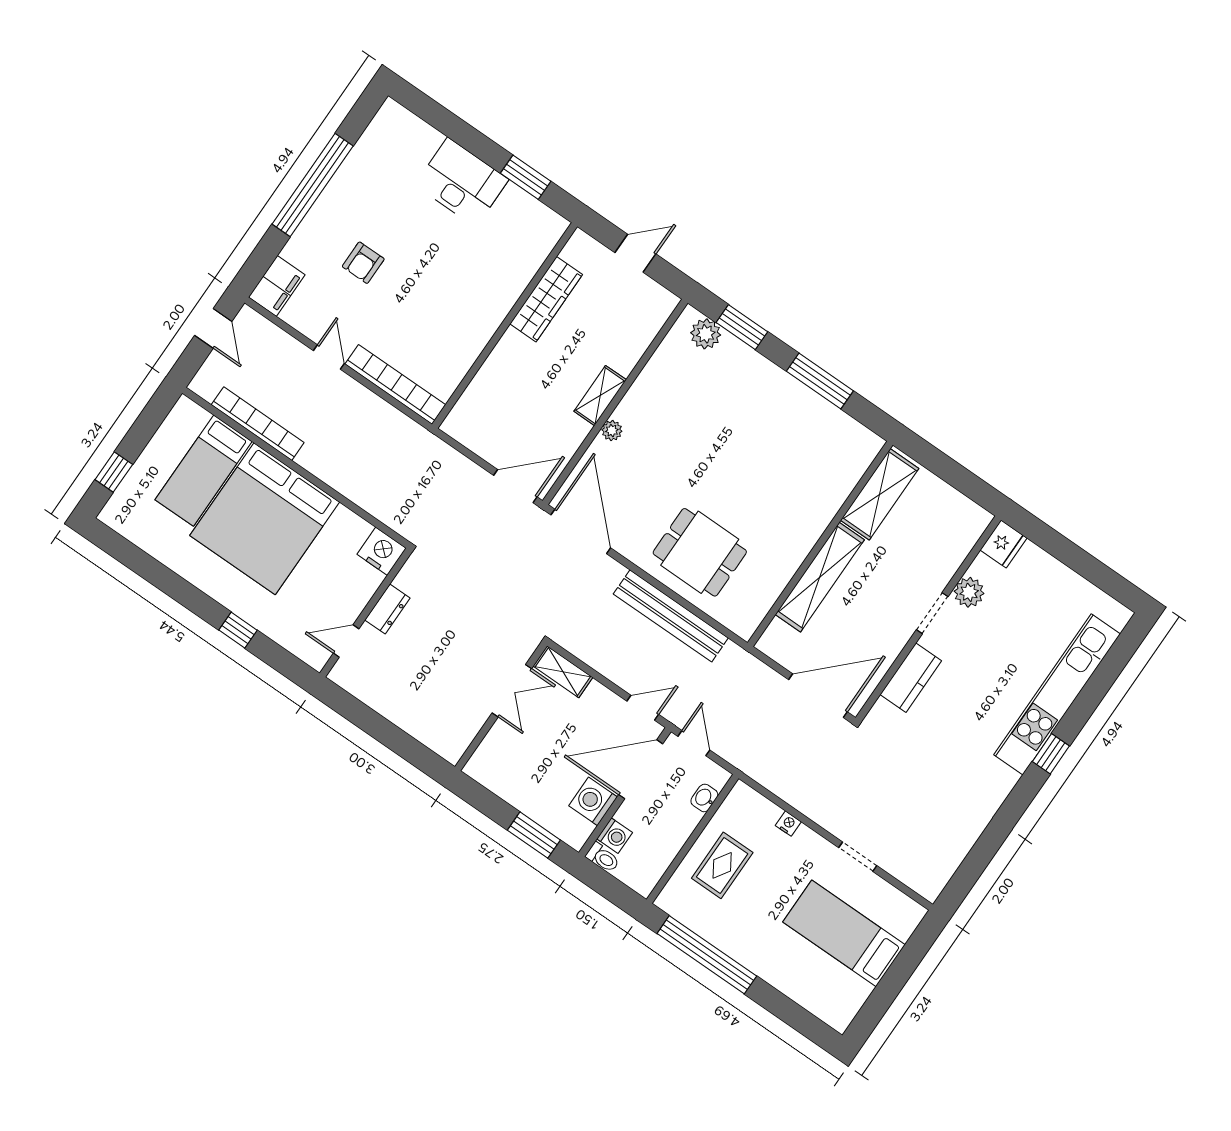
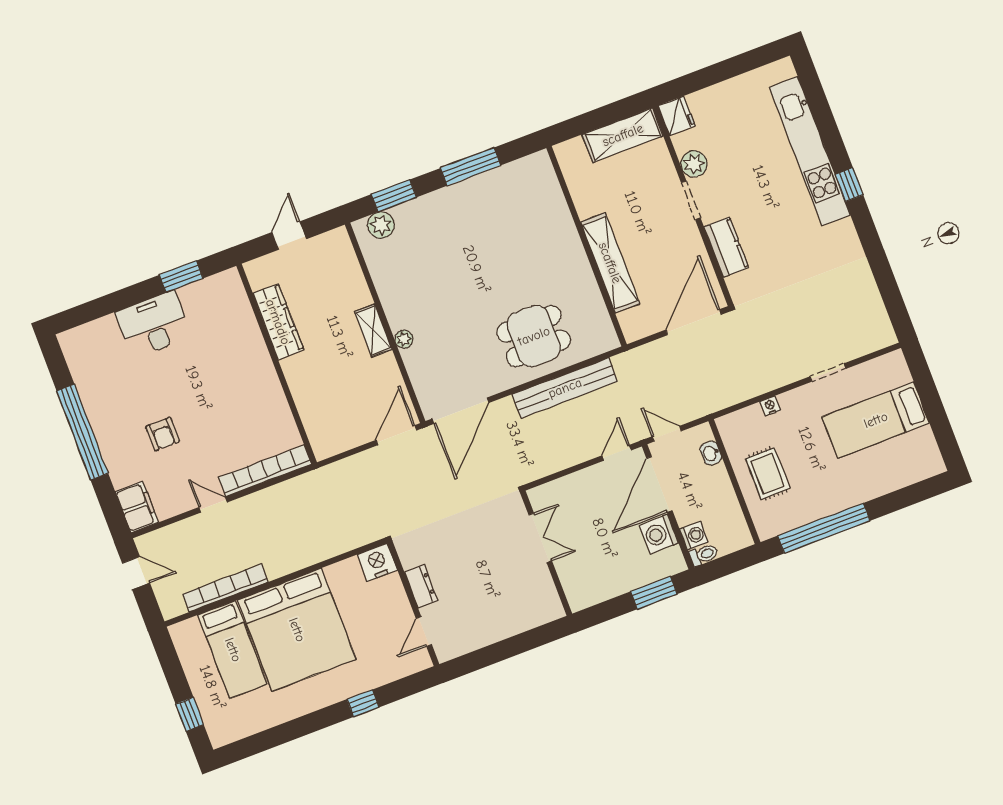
shelving: (880, 494) -> (623, 135), moved, turned 90
door: (581, 531) -> (460, 411), swing flipped
shelving: (563, 672) -> (552, 492), removed

